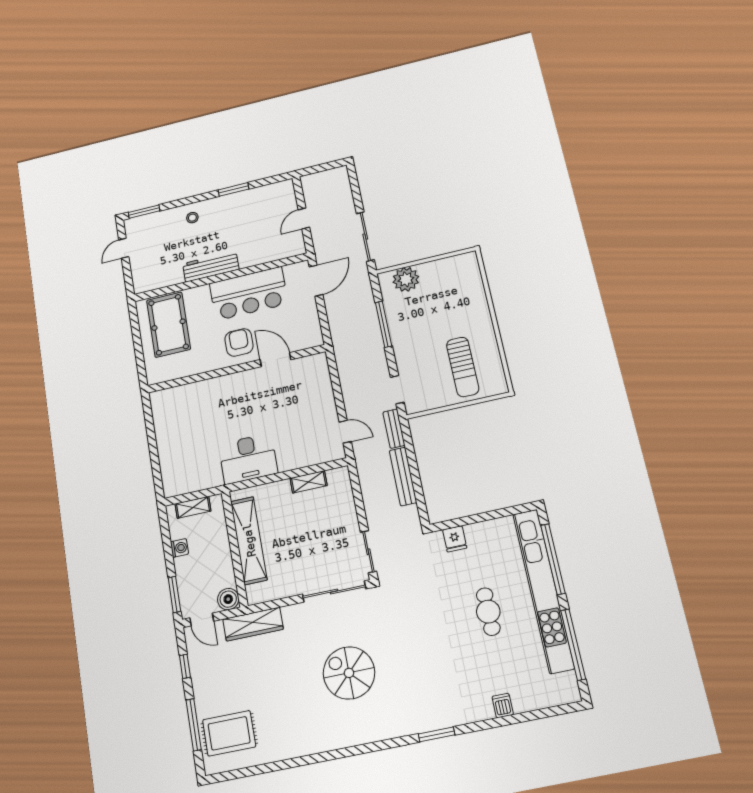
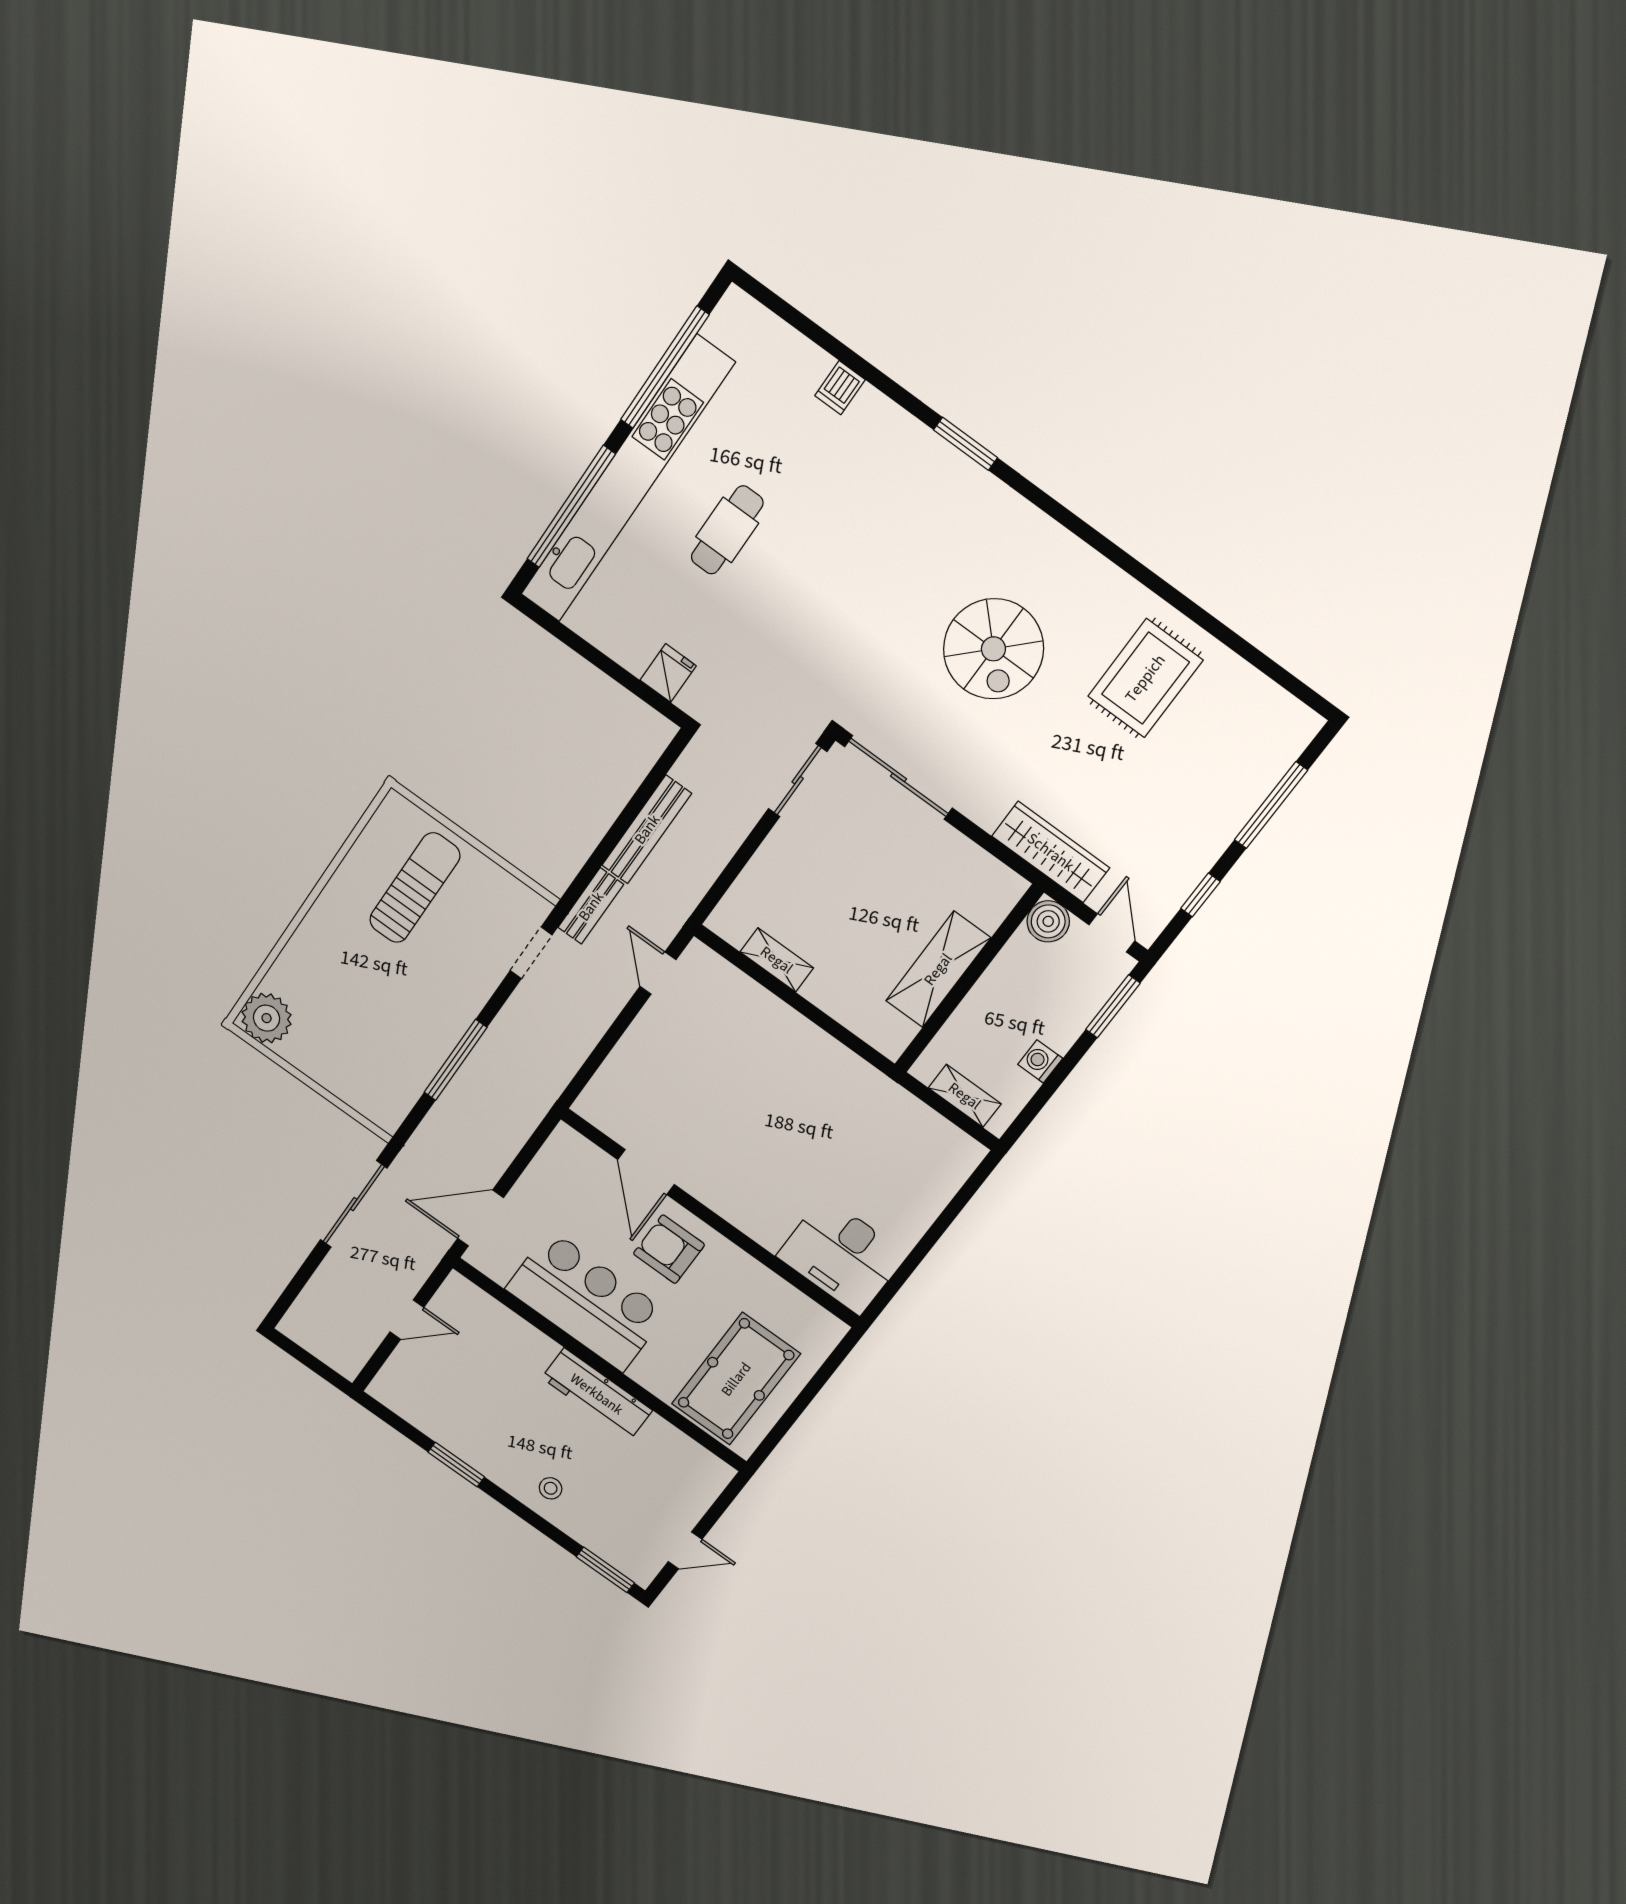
plant: (406, 279) -> (267, 1018), moved
armchair: (239, 342) -> (669, 1249), turned 90
desk: (248, 459) -> (842, 1255), moved, turned 180
shelving: (249, 540) -> (938, 969), width x0.68
rug: (229, 733) -> (1145, 678), moved, turned 90

